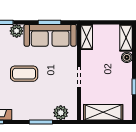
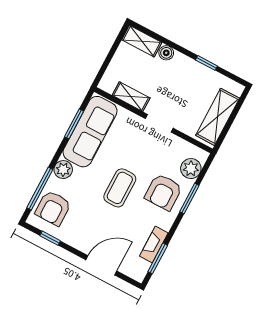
shelving: (87, 37) -> (131, 97), moved
armchair: (36, 103) -> (163, 192), added

